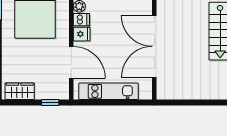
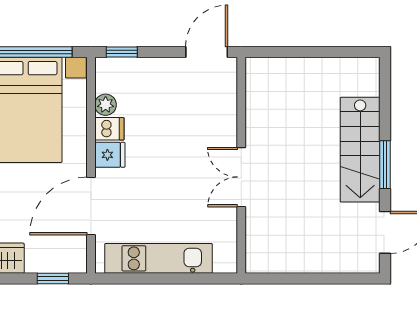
double door: (154, 46) -> (241, 177), width x0.54
door: (71, 62) -> (91, 206), swing flipped

